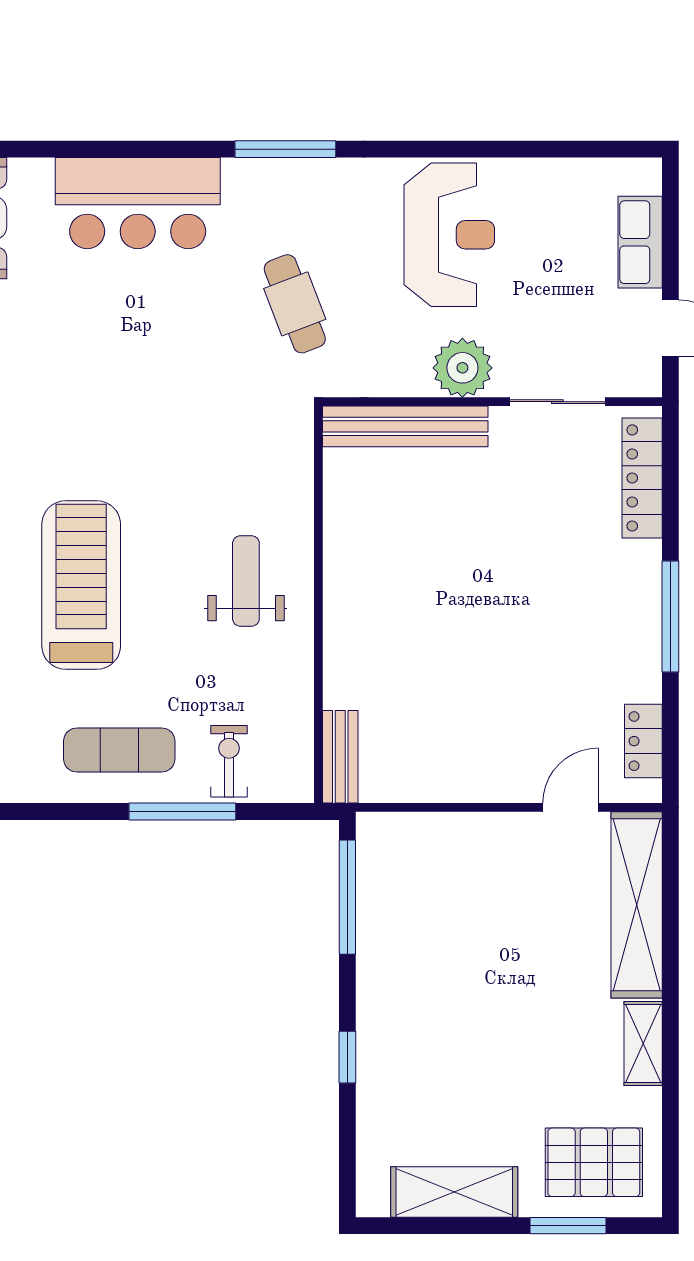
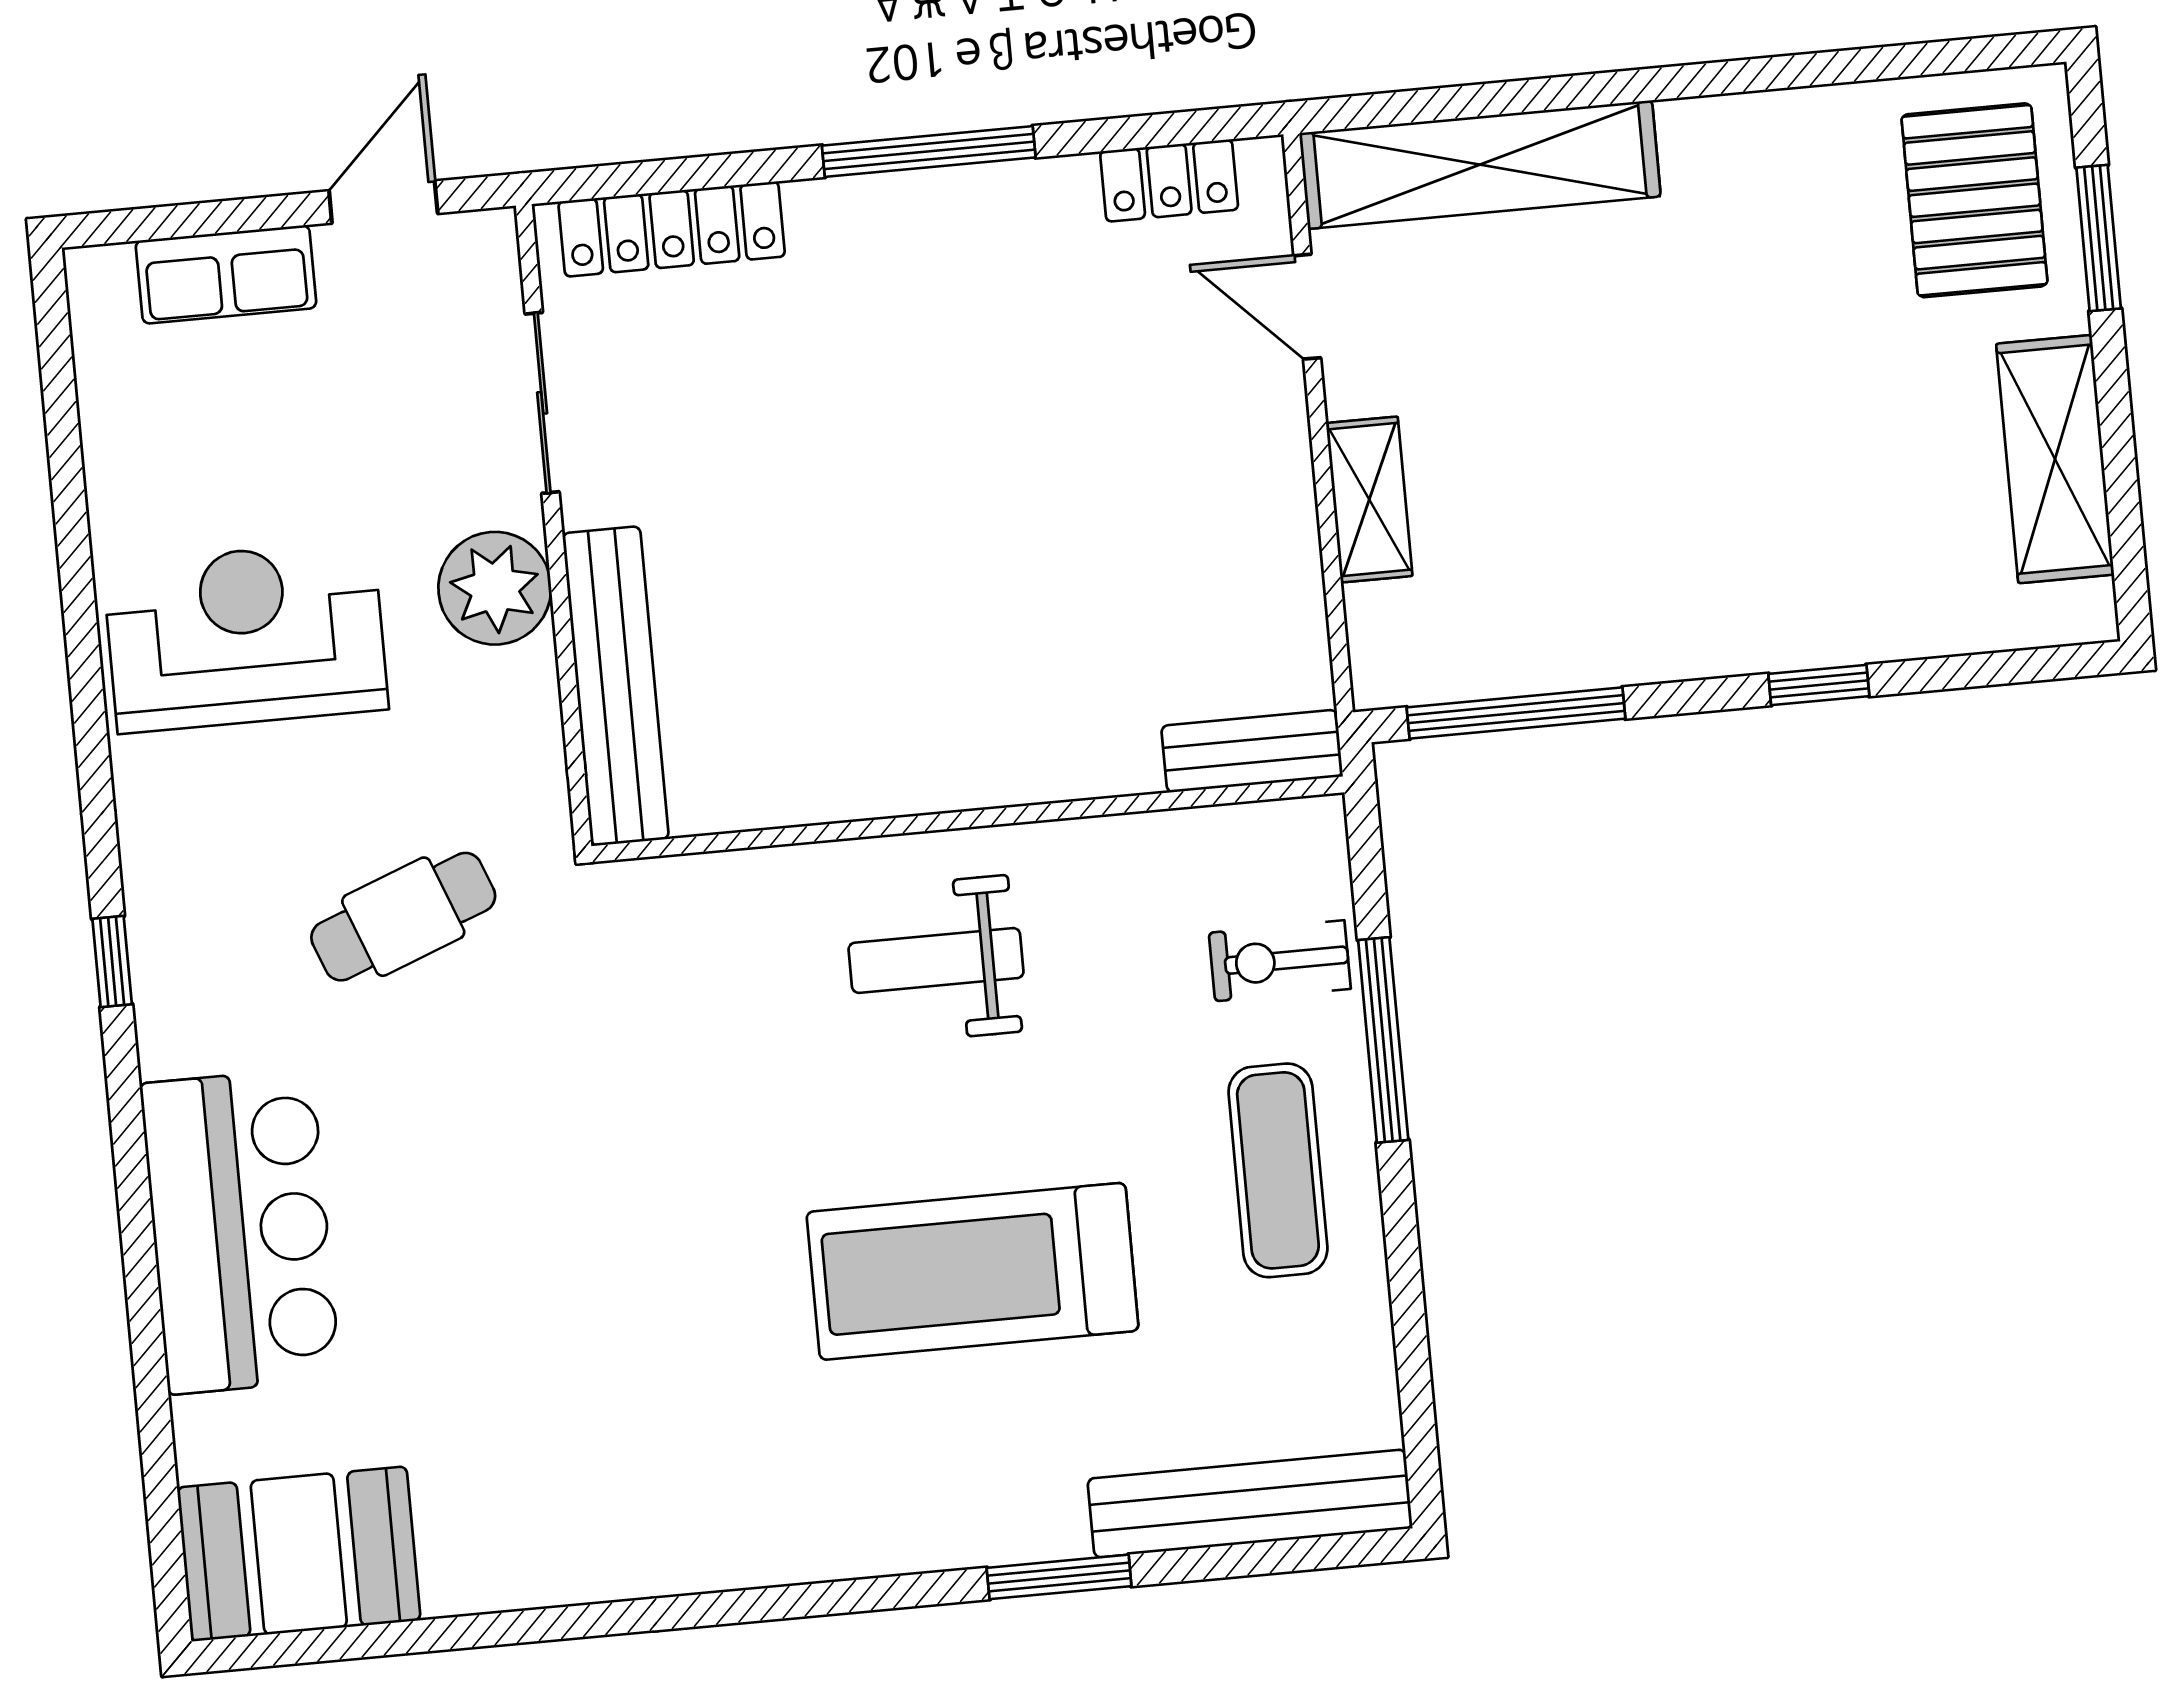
window: (285, 149) -> (112, 961), width x0.46
shelving: (643, 1044) -> (1369, 499), moved, turned 90

